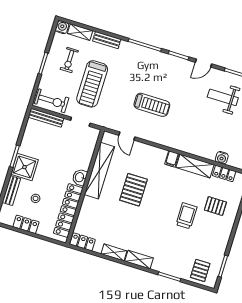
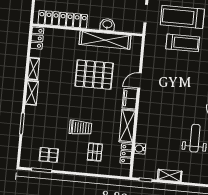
treadmill: (152, 105) -> (183, 43), moved, turned -90
door: (127, 136) -> (140, 80), moved
filing cabinet: (172, 159) -> (130, 99), width x2.00
washbasin: (80, 177) -> (107, 25), moved
pallet: (134, 190) -> (94, 75), width x1.37, depth x1.41
pallet: (200, 270) -> (49, 155), moved

